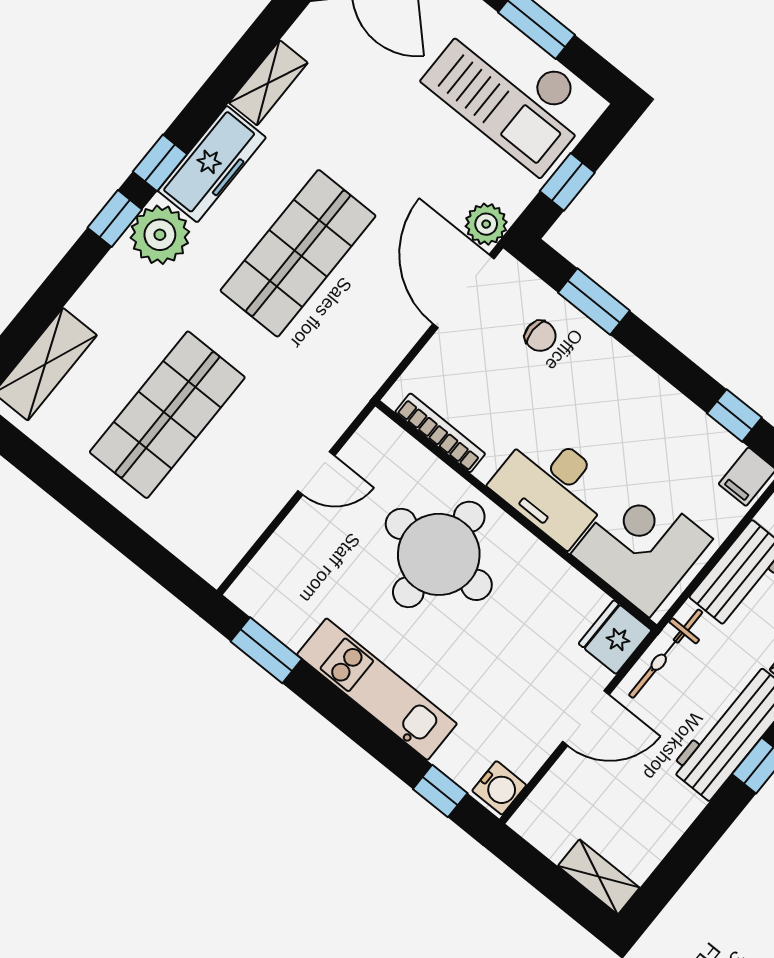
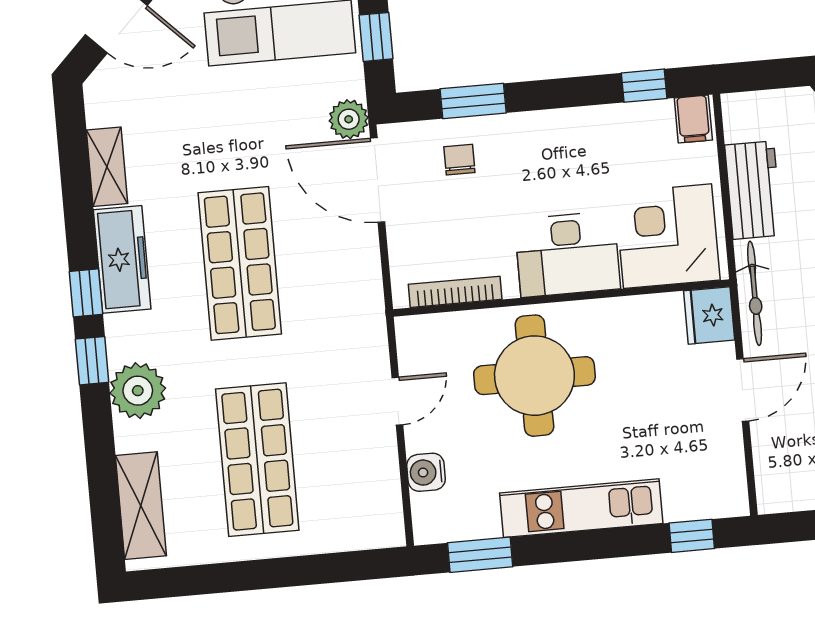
plant: (160, 235) -> (138, 391), moved
chair: (540, 336) -> (459, 160), turned -90
water cooler: (499, 788) -> (426, 472), moved, turned 180

